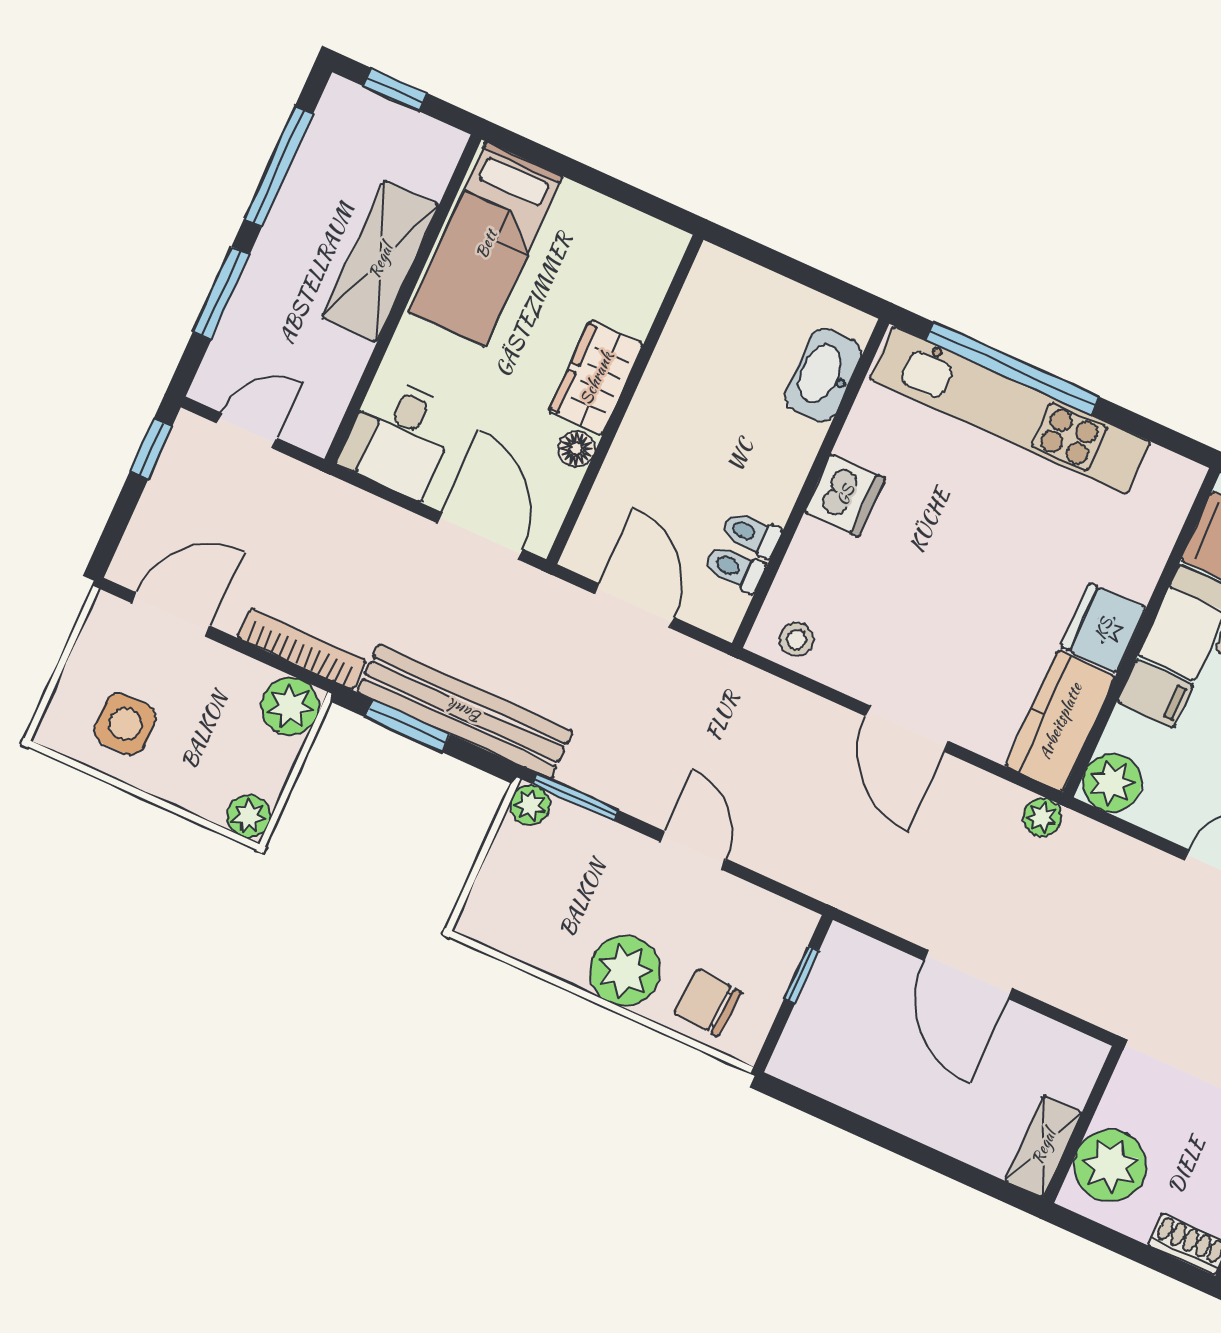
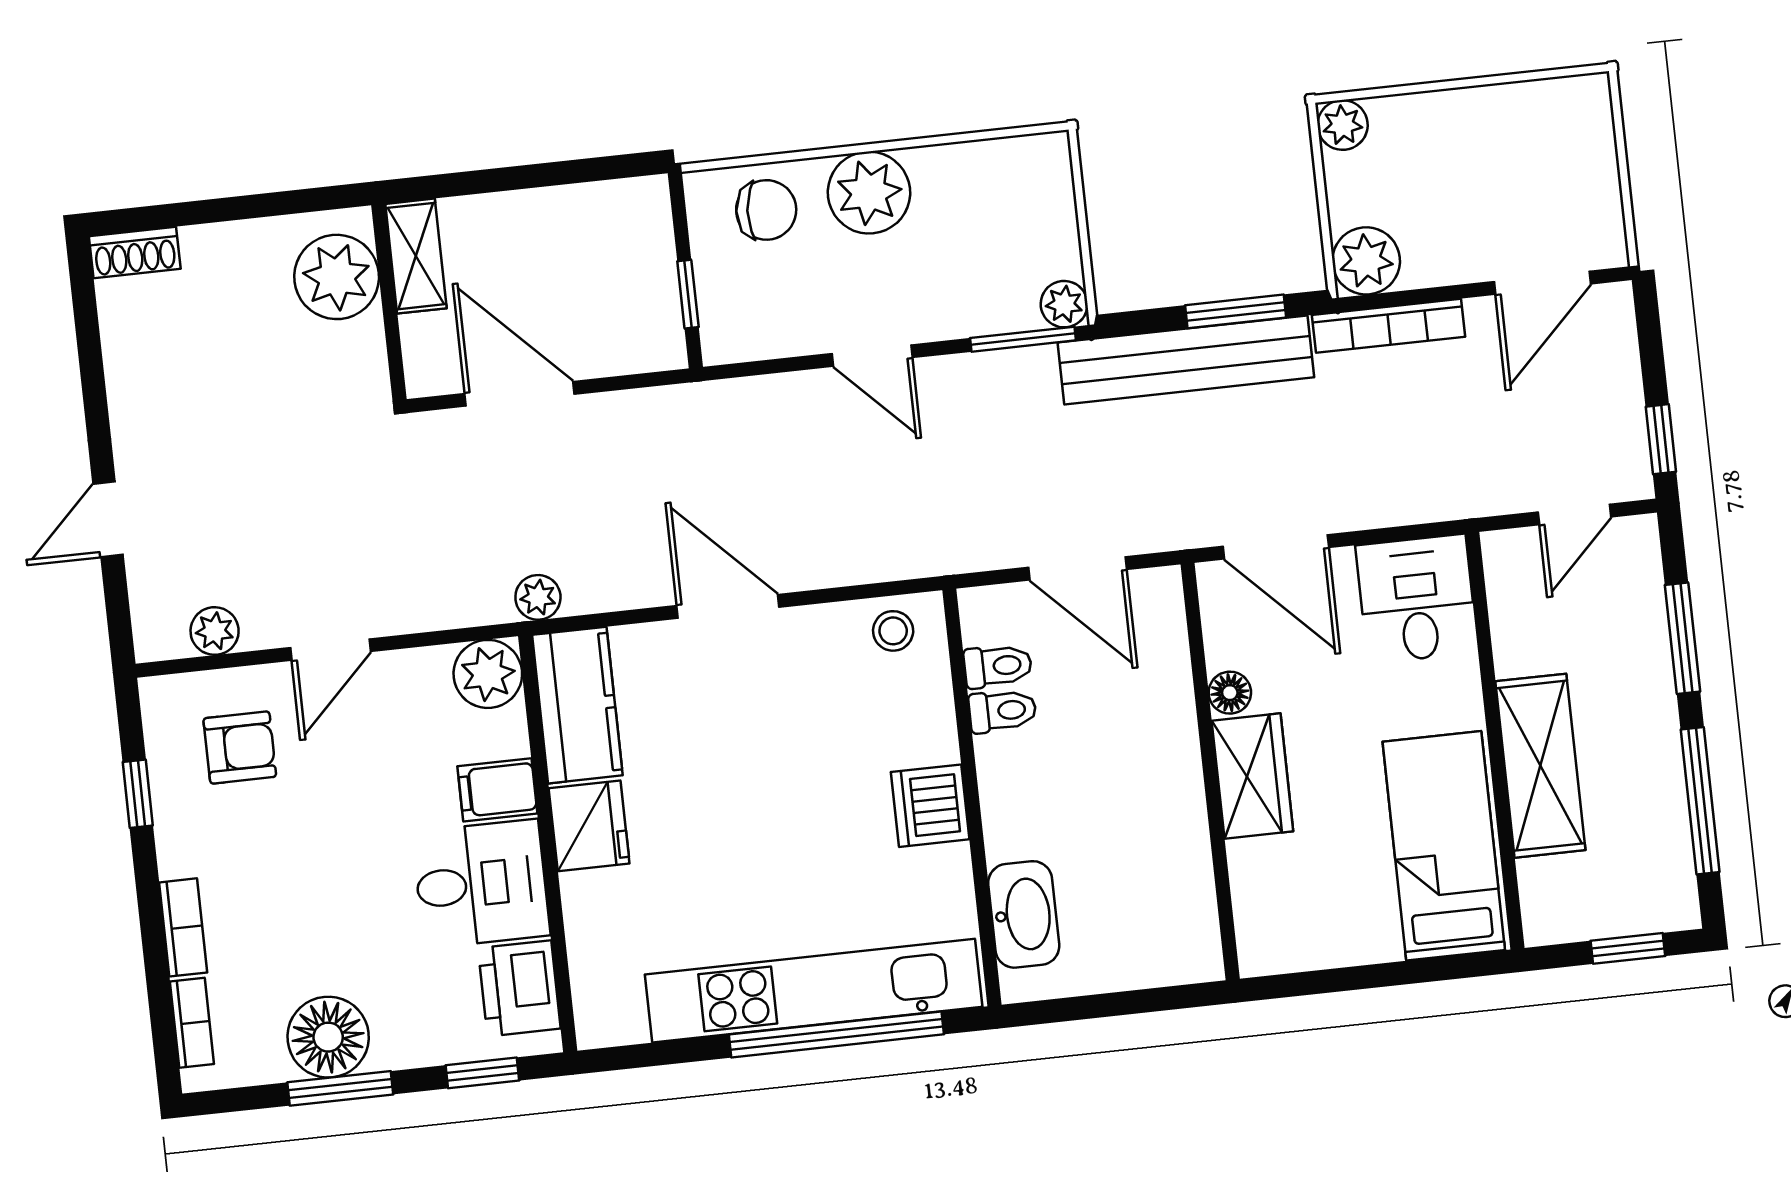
side table: (125, 724) -> (1523, 145), removed
wall: (1083, 1124) -> (389, 302), moved
shelving: (1043, 1147) -> (416, 256), moved
plant: (1110, 1166) -> (337, 277), moved

